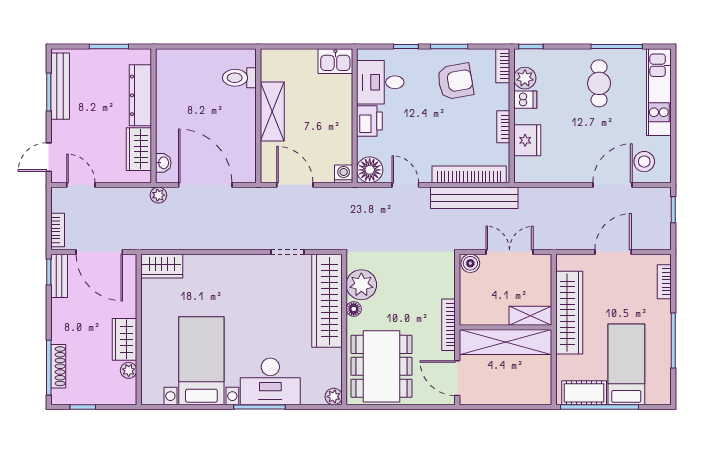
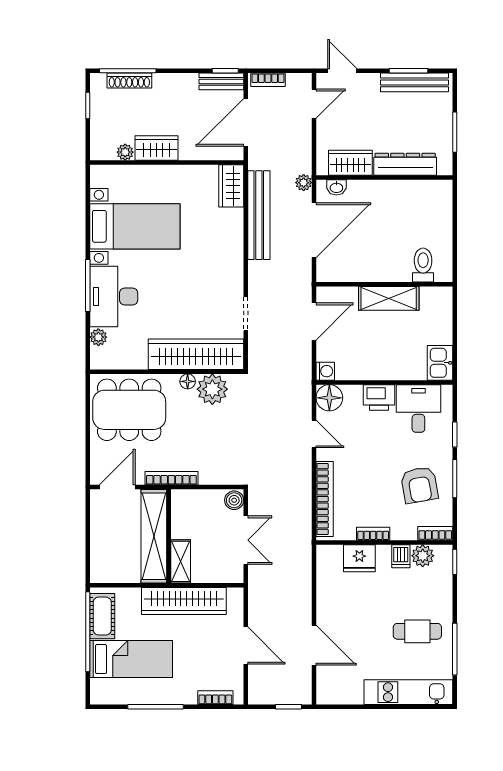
stool: (644, 162) -> (338, 677), removed
door: (405, 185) -> (314, 434), hinge flipped
bench: (474, 198) -> (259, 215), moved
plant: (334, 397) -> (98, 337), moved

